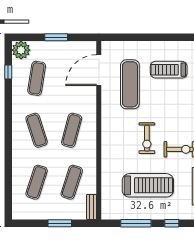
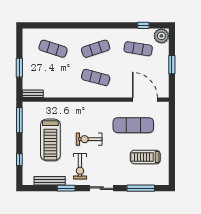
treadmill: (169, 70) -> (145, 157), turned -90
exercise mat: (72, 182) -> (53, 77), removed
window: (136, 223) -> (19, 120), moved

